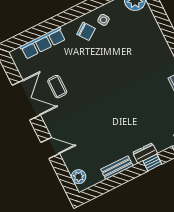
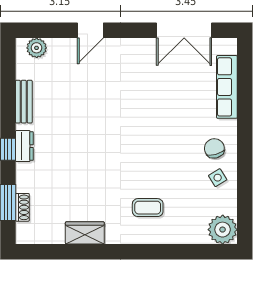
chair: (86, 31) -> (214, 148), turned 111
coffee table: (57, 87) -> (148, 208), moved
double door: (26, 100) -> (184, 30), moved

